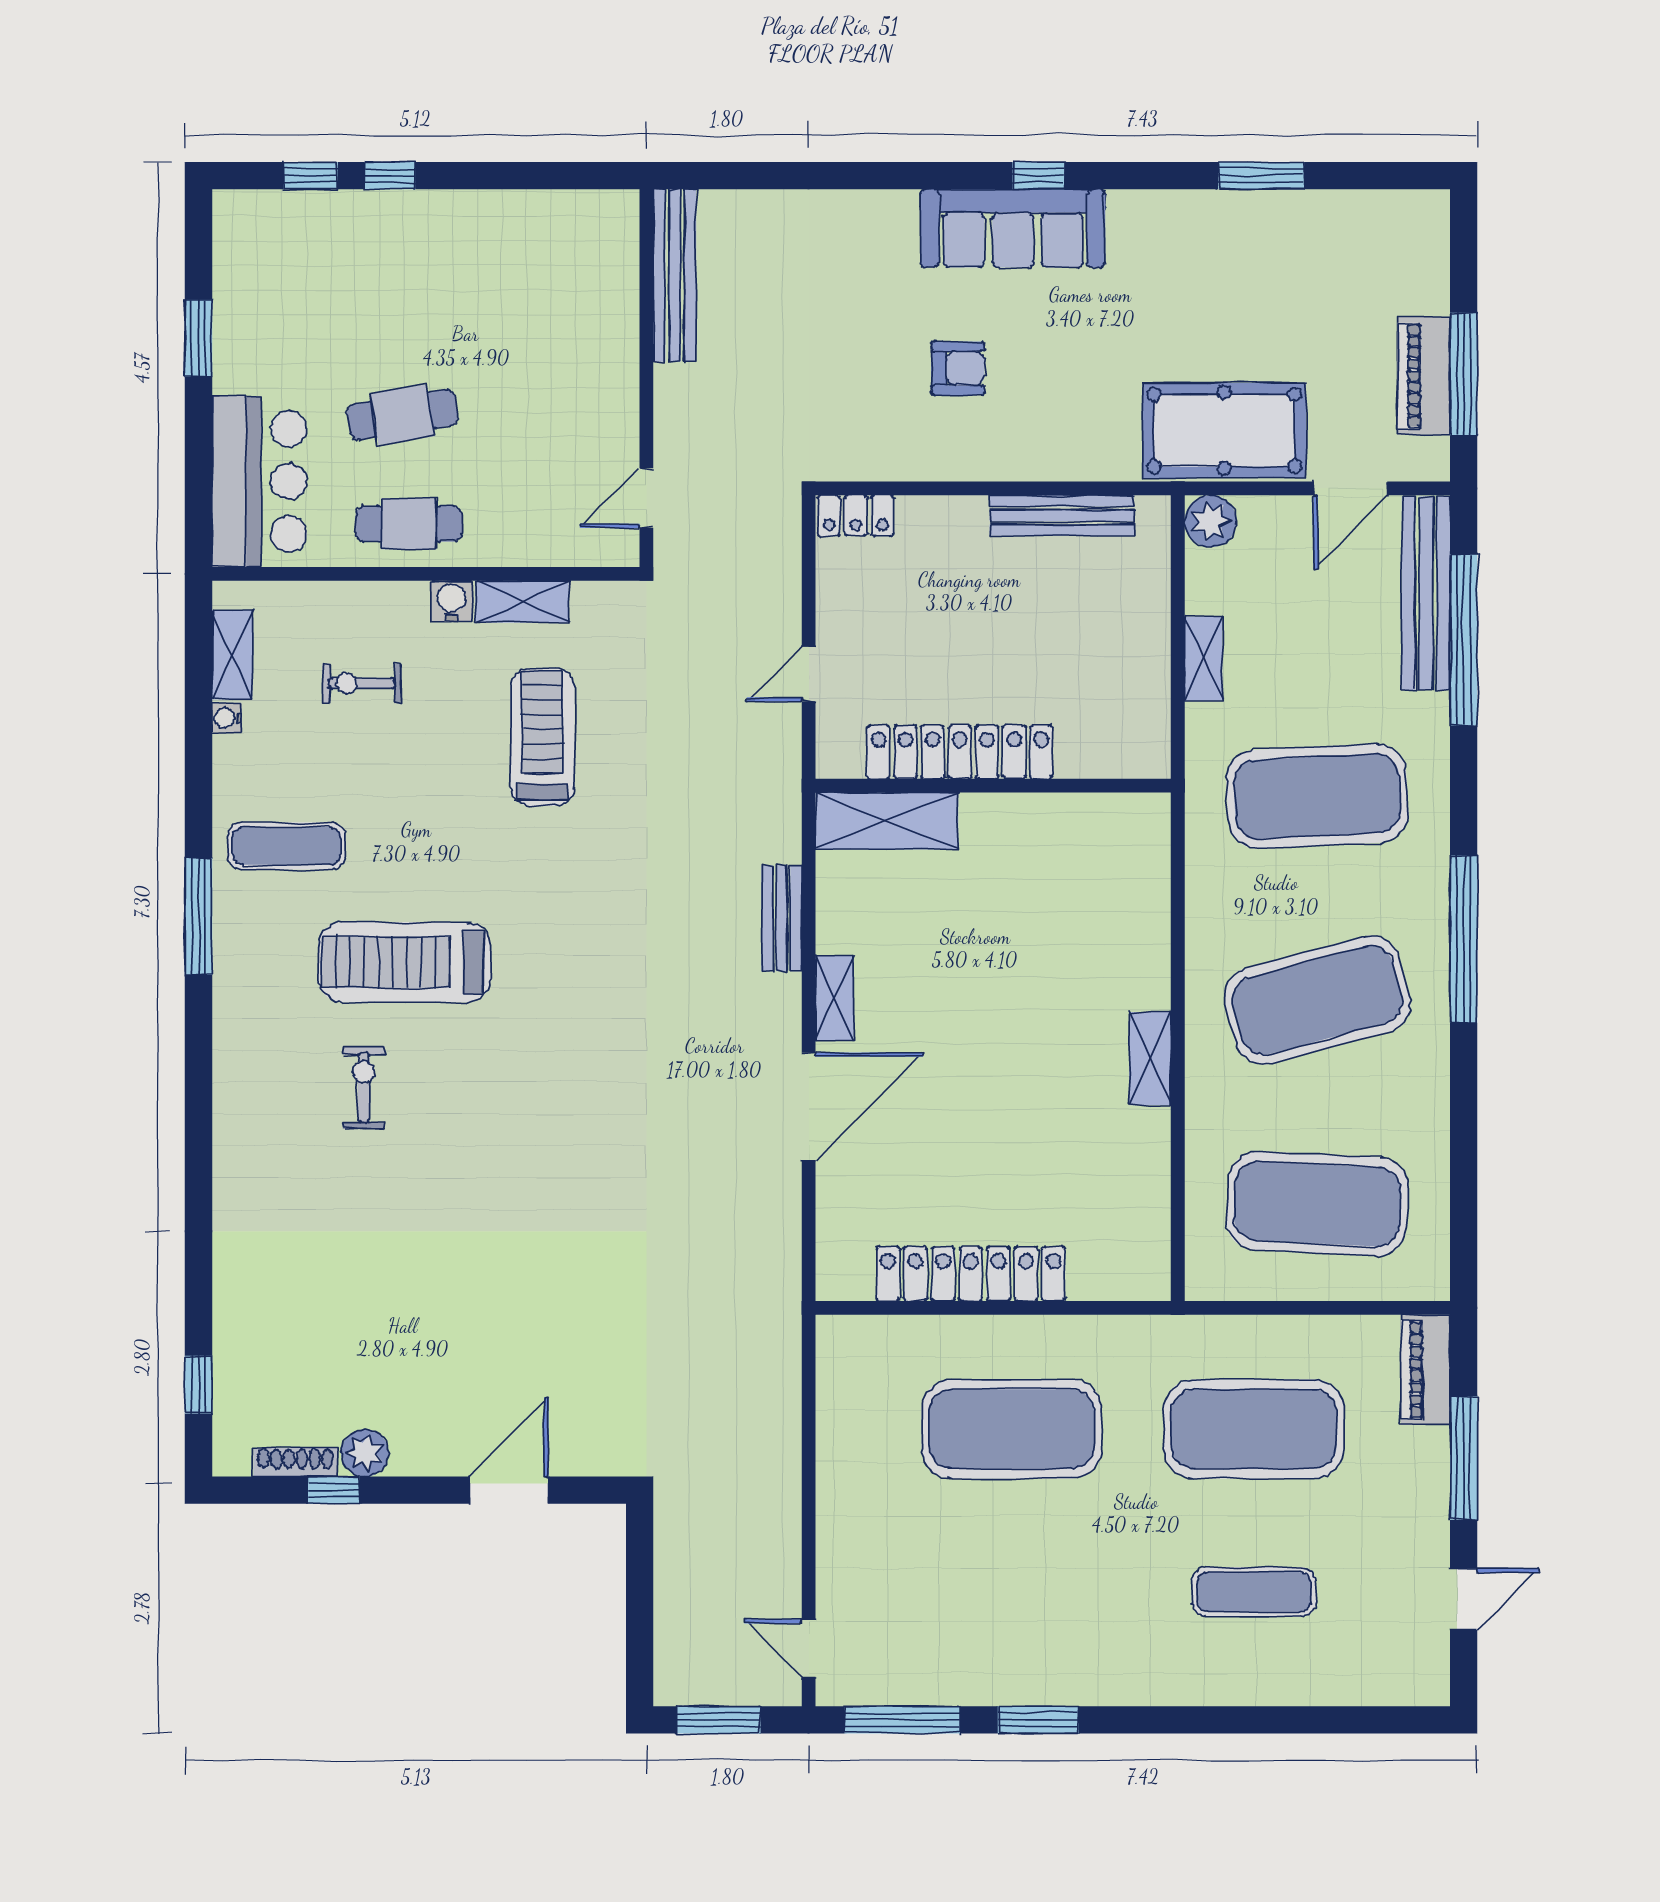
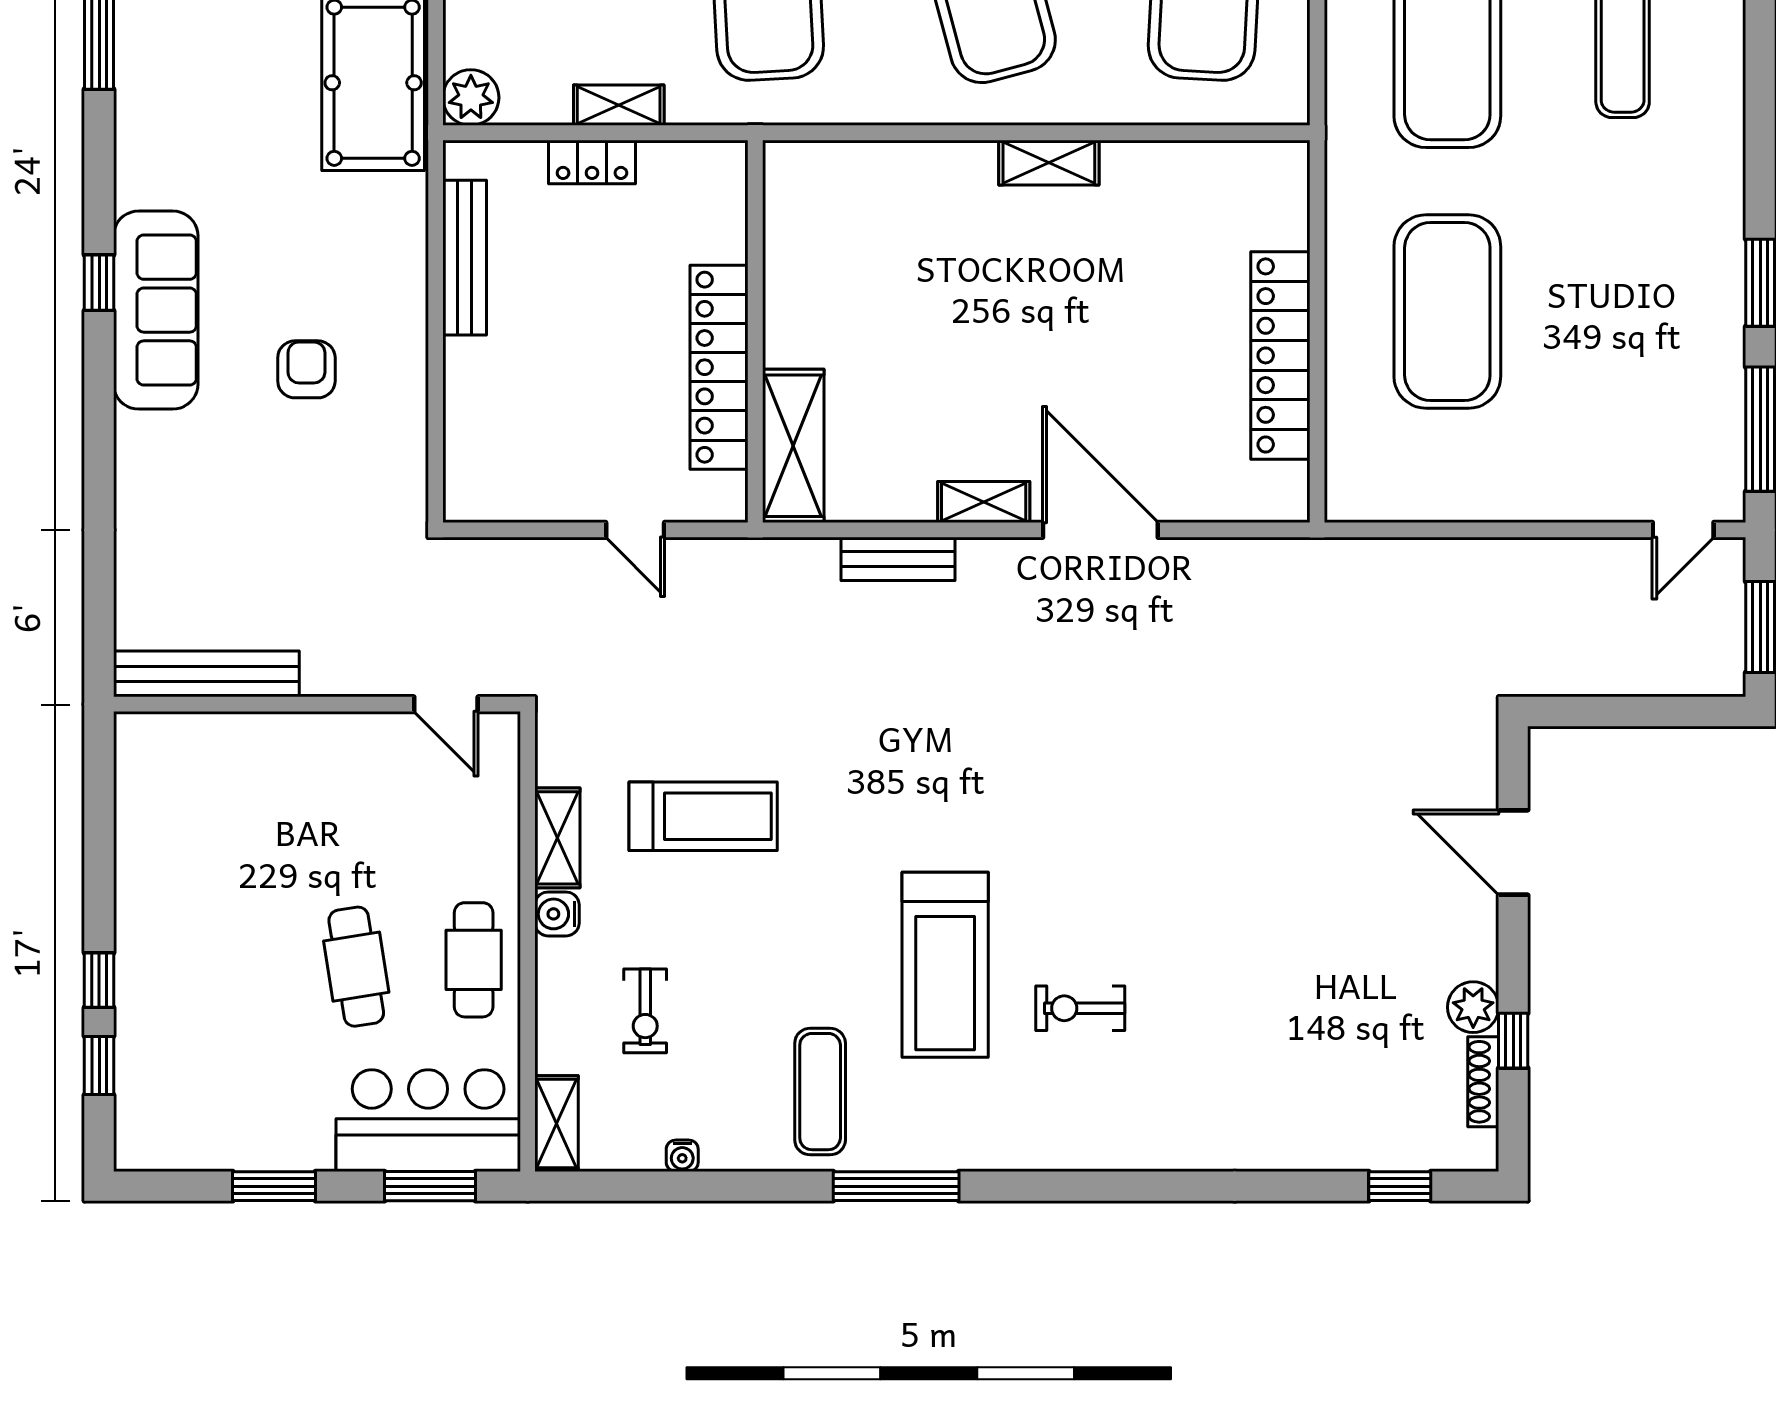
window: (199, 483) -> (430, 1186), added
locker: (856, 516) -> (592, 162), moved, turned 90
shelving: (232, 655) -> (556, 1124), moved, turned 90
treadmill: (542, 737) -> (703, 816), turned 180

